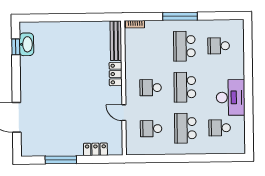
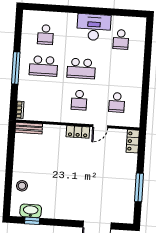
stool: (53, 33) -> (22, 186), added
bench: (116, 41) -> (29, 128), width x0.73
locker: (116, 74) -> (78, 132), moved
school desk: (185, 128) -> (119, 71), removed
locker: (95, 149) -> (133, 141), moved

